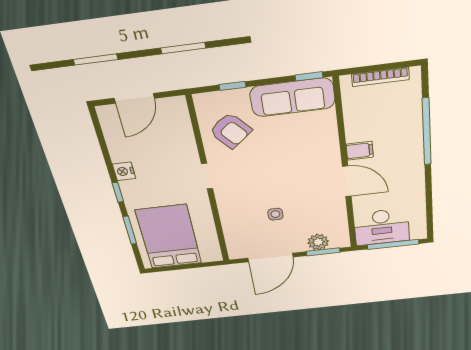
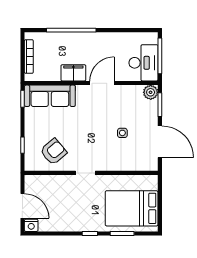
sofa: (292, 97) -> (50, 96), moved, turned 90
filing cabinet: (360, 151) -> (73, 73), width x2.00
nightstand: (124, 171) -> (31, 225), moved
plant: (318, 242) -> (151, 92), moved

